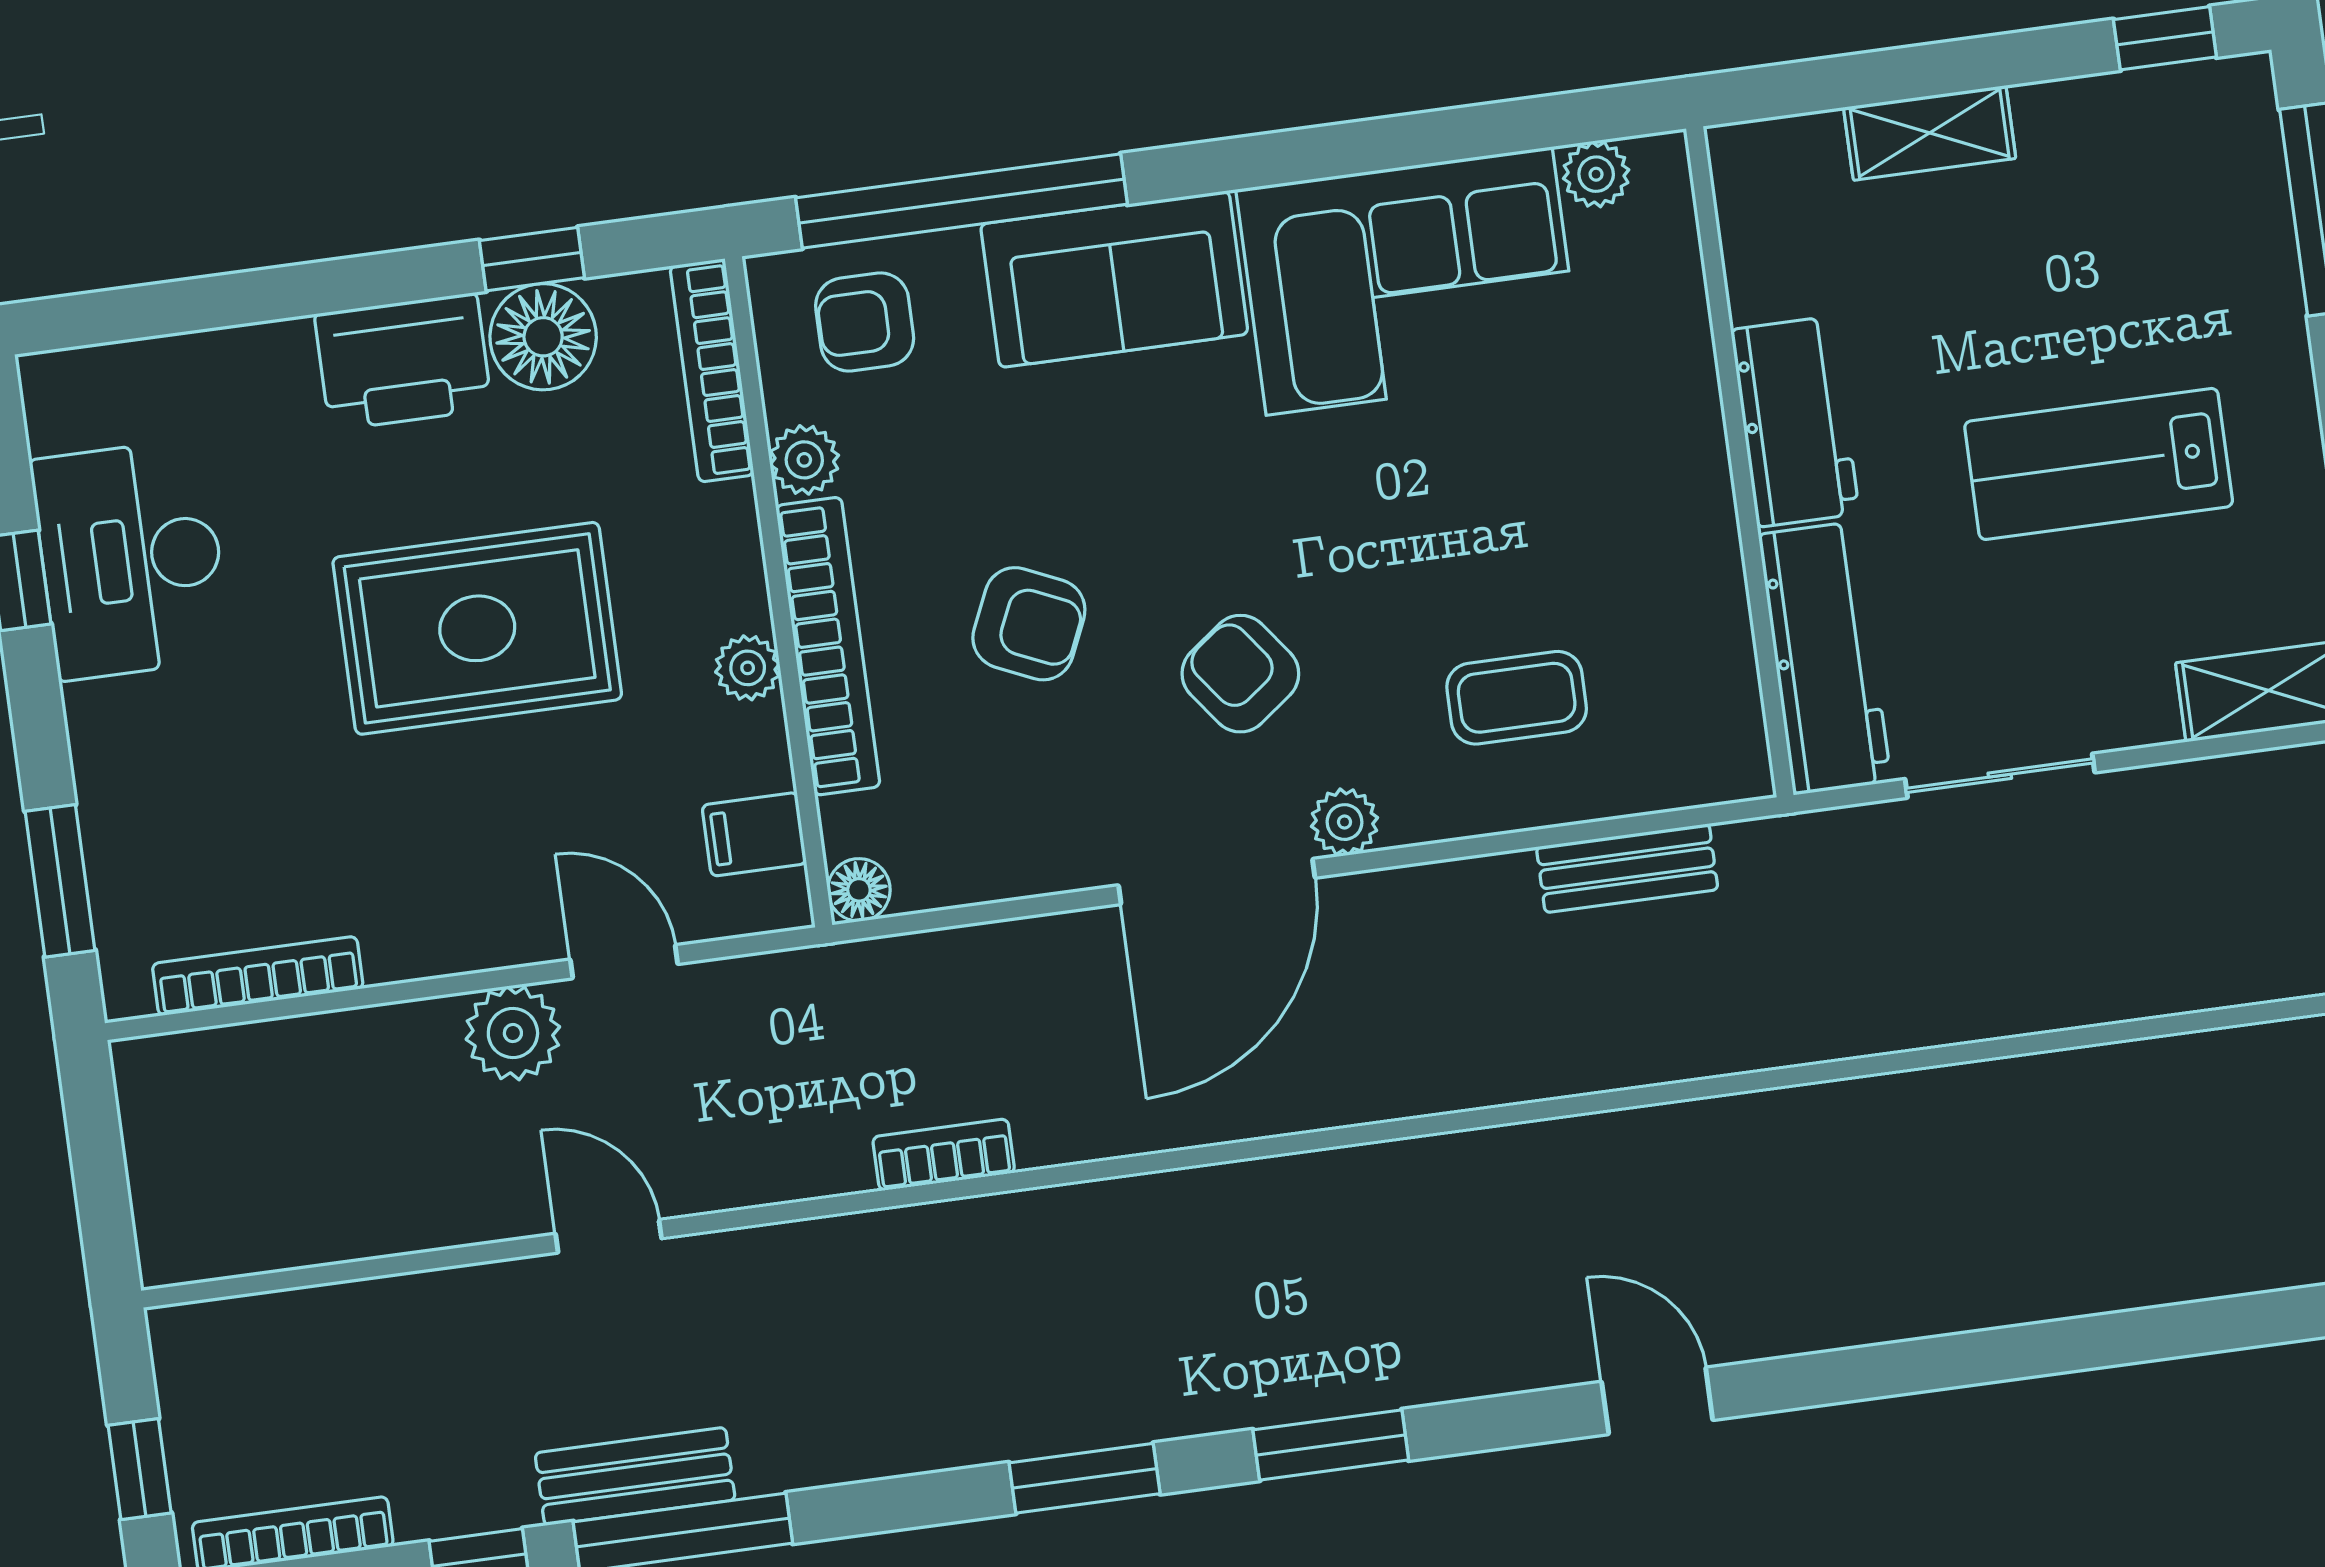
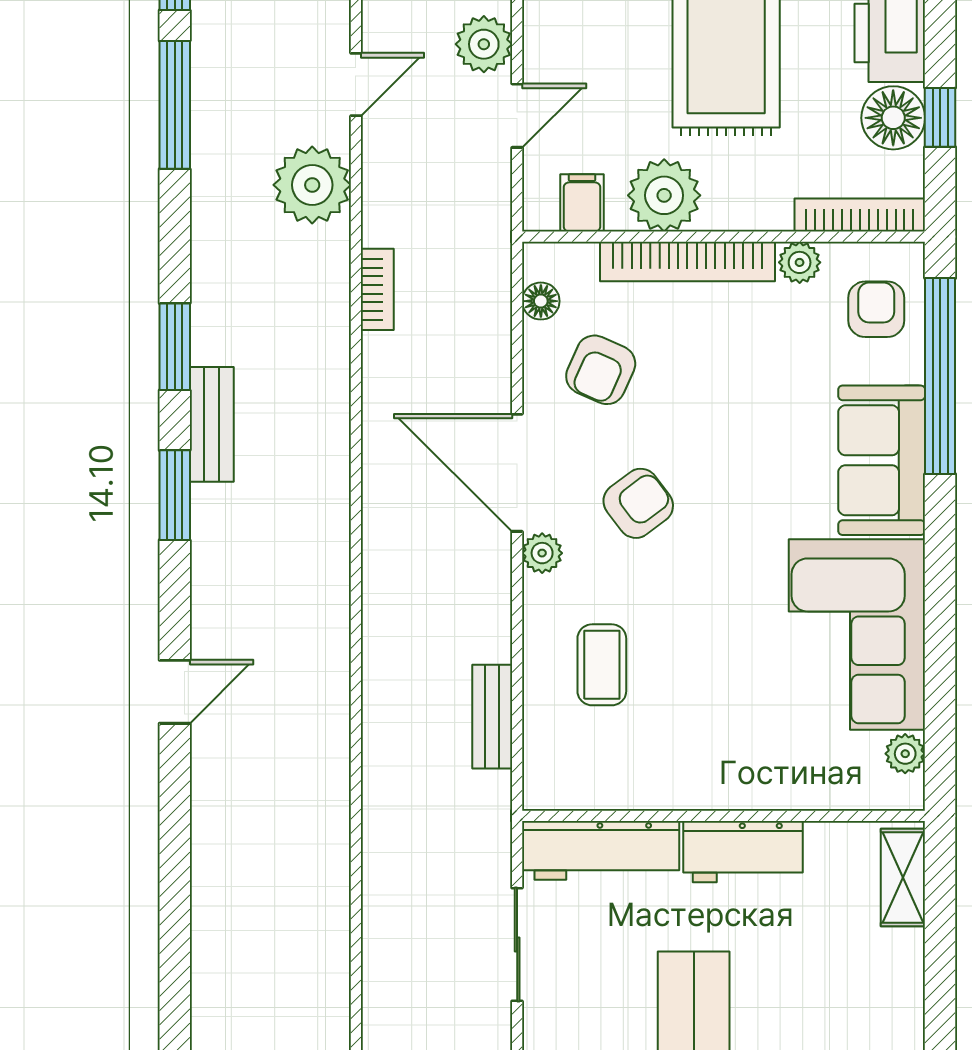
shelving: (1930, 133) -> (903, 877), moved
armchair: (1029, 624) -> (601, 370), moved
plant: (748, 668) -> (664, 195), width x1.87, depth x1.87
floor lamp: (859, 890) -> (541, 301), moved
plant: (785, 1286) -> (312, 185), added
bench: (635, 1476) -> (212, 424), moved

